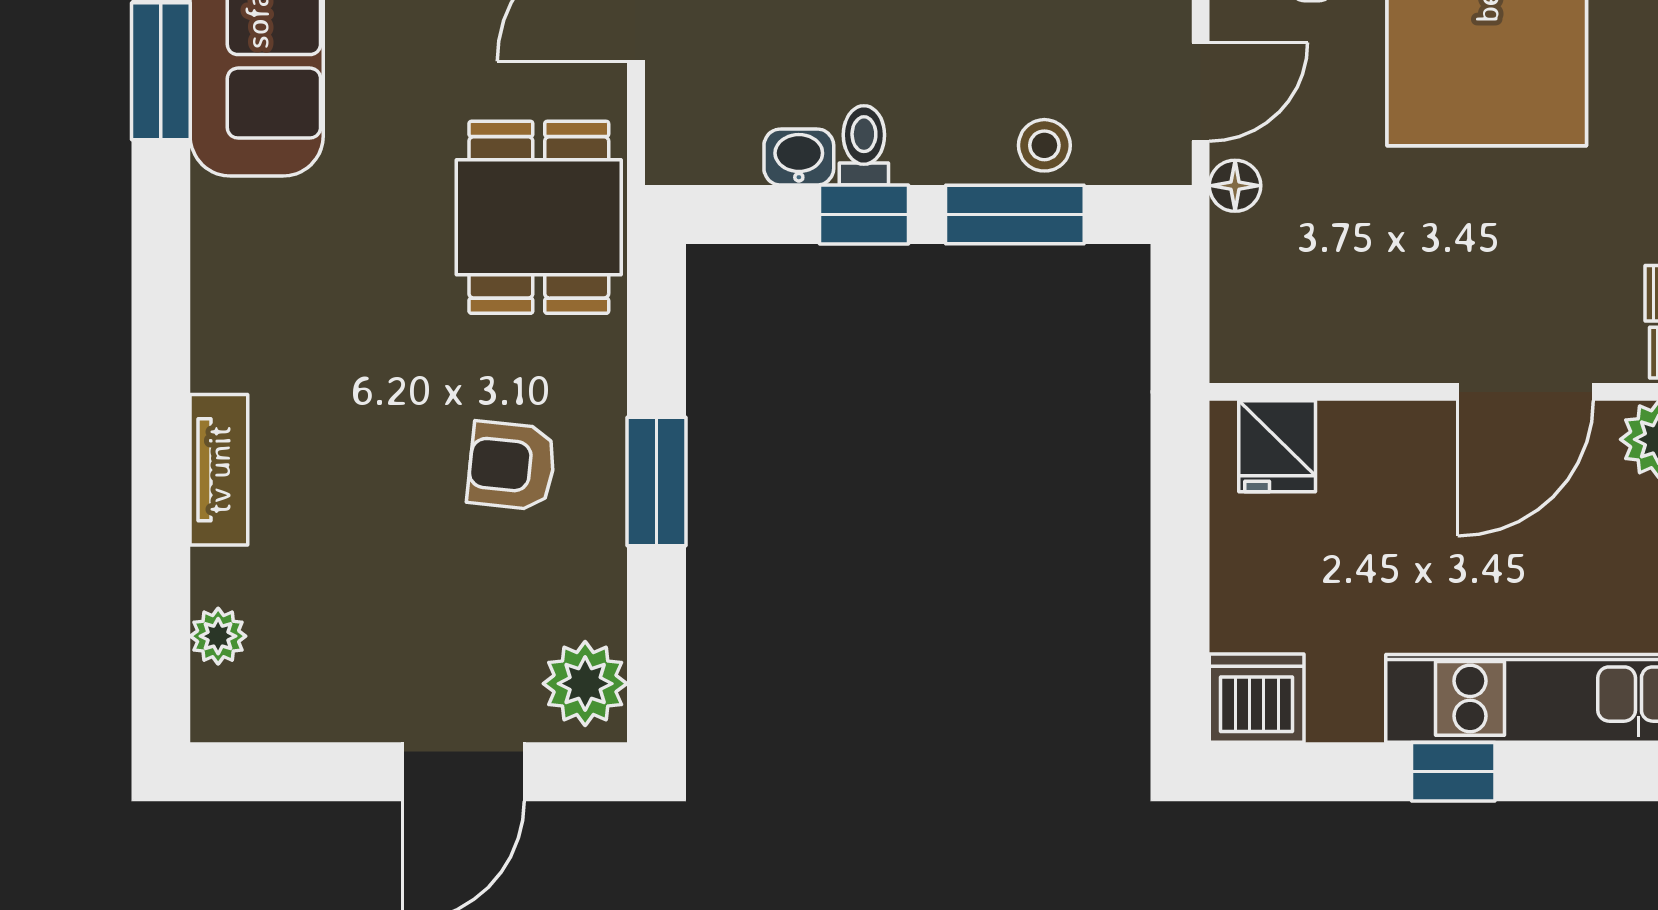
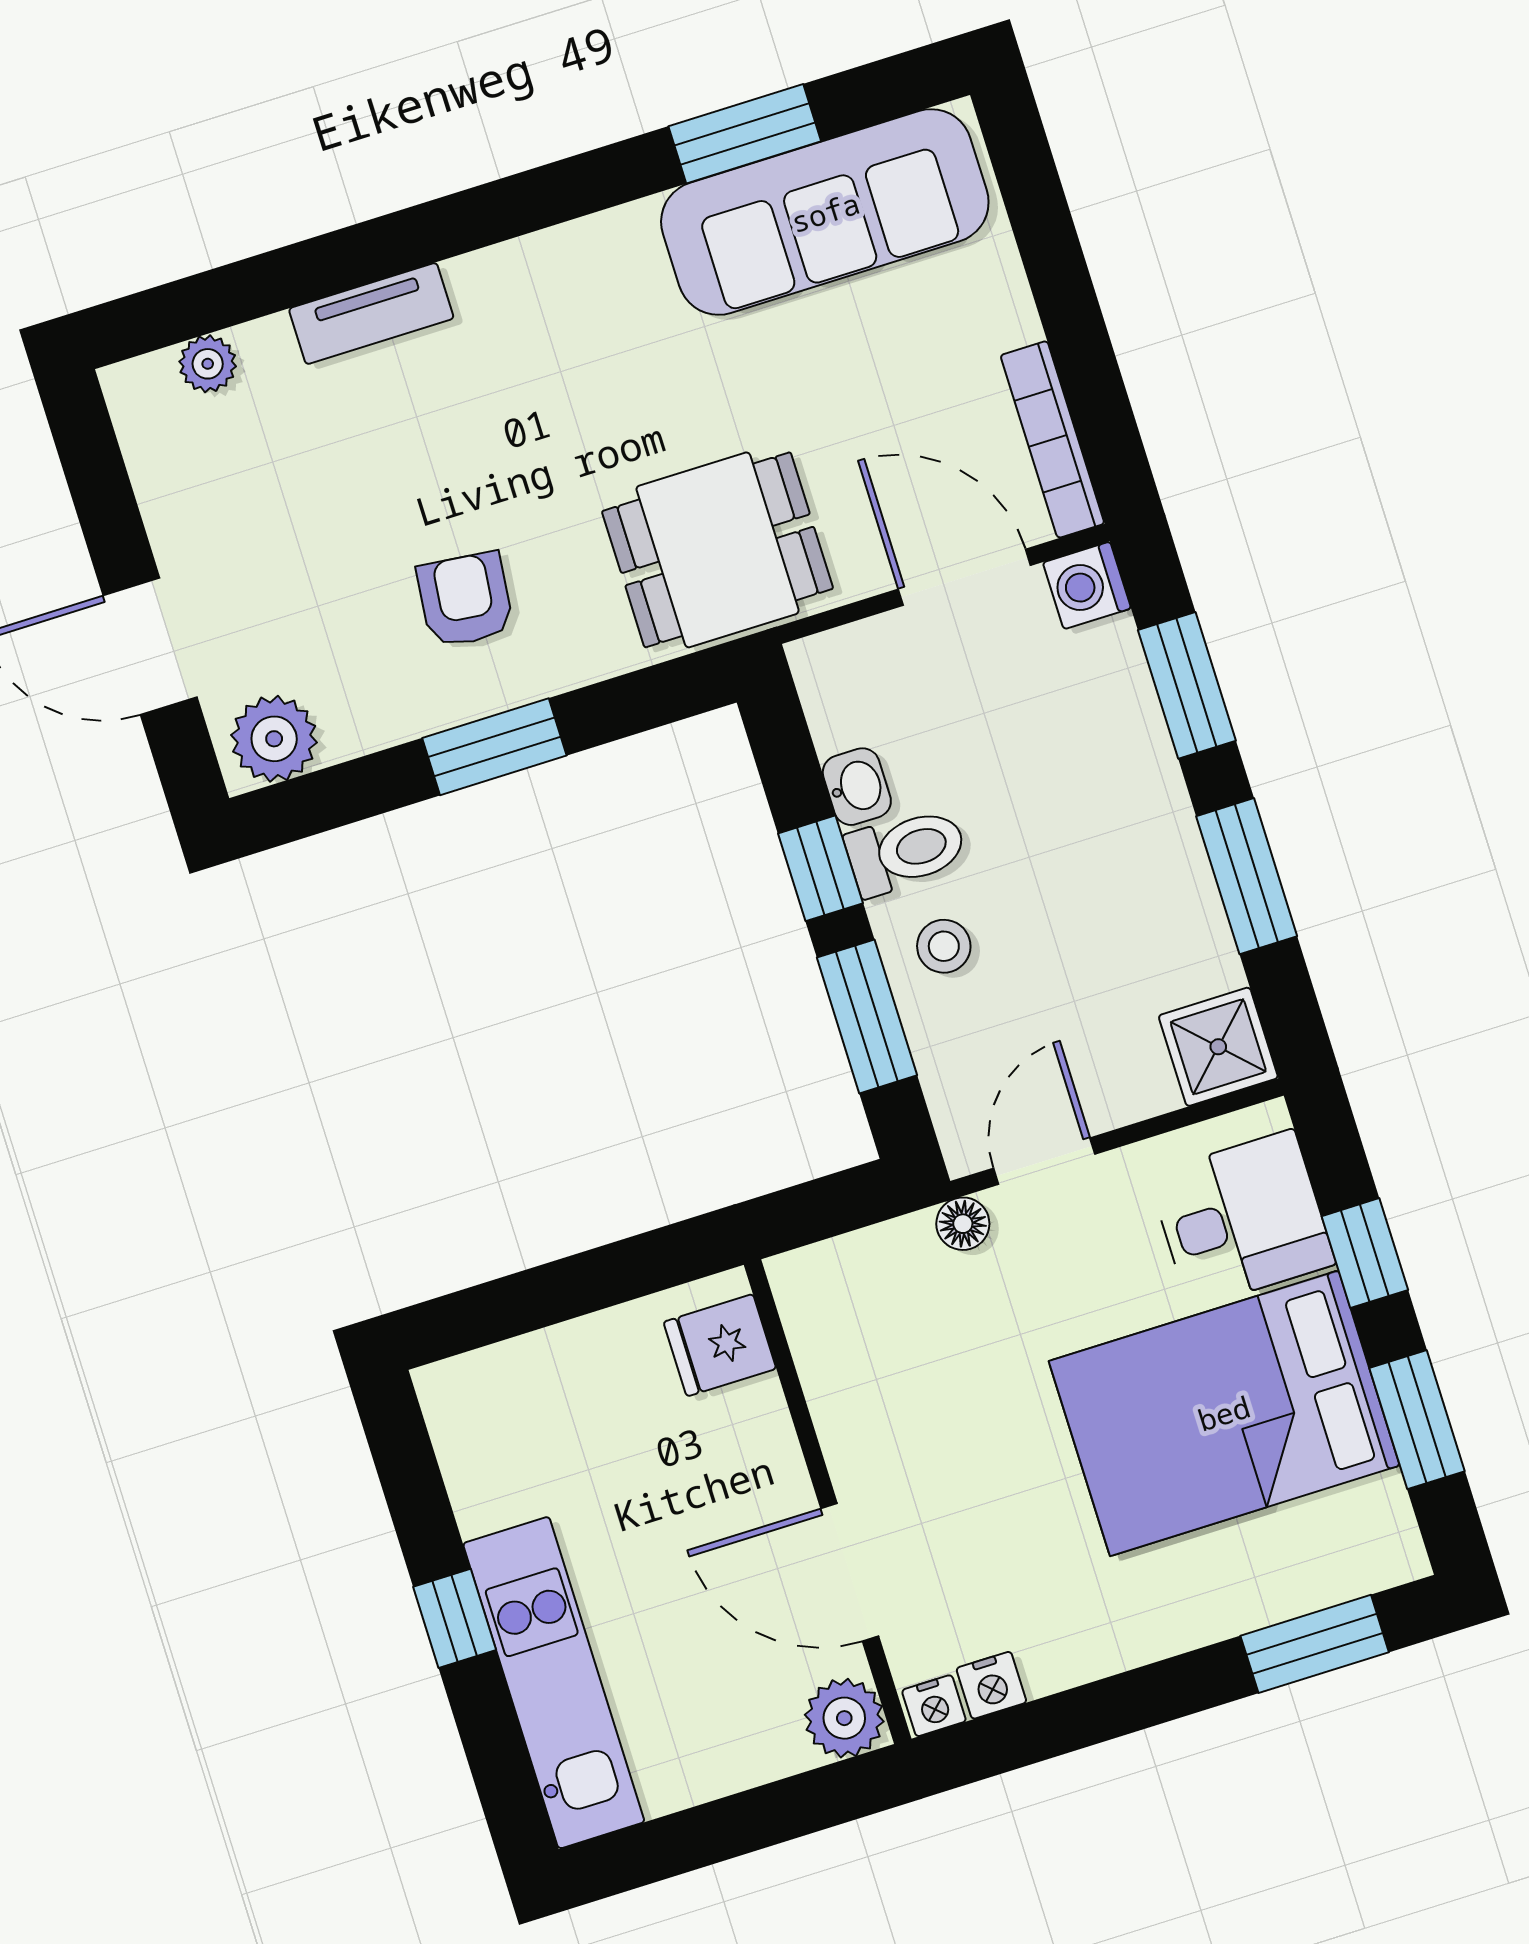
door: (1201, 92) -> (1044, 1161), swing flipped
toilet: (864, 145) -> (906, 851), width x1.37, depth x1.39
stool: (1044, 145) -> (944, 946), moved
dishwasher: (1257, 698) -> (466, 1403), removed

